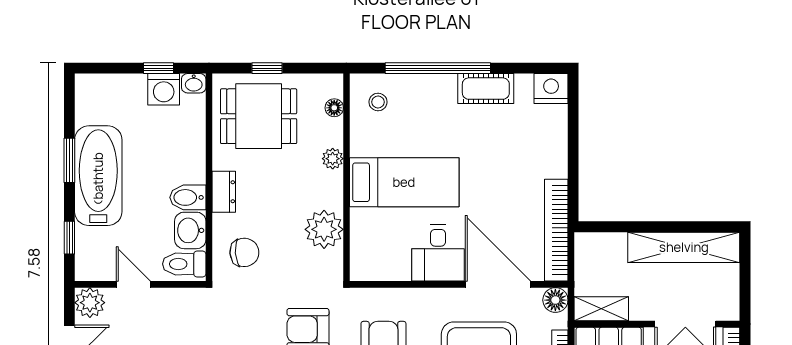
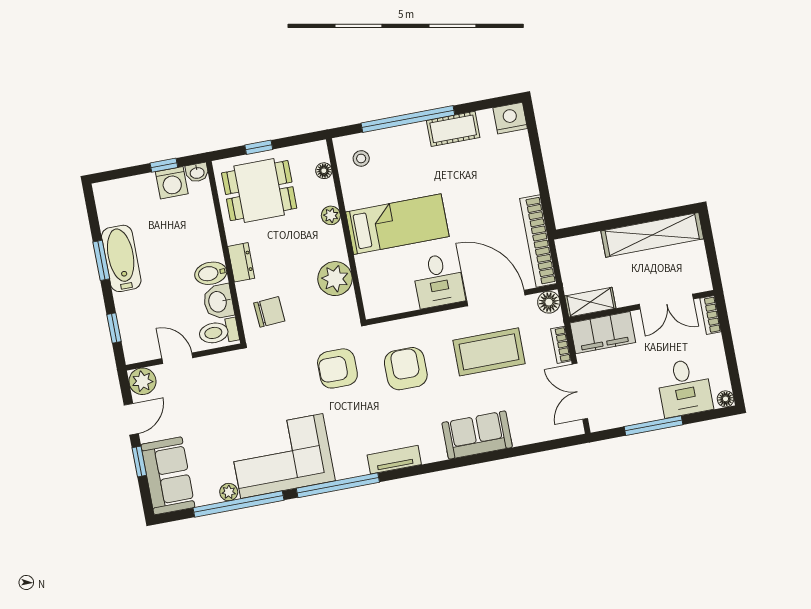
bathtub: (98, 176) -> (121, 258), width x0.73, depth x0.73

